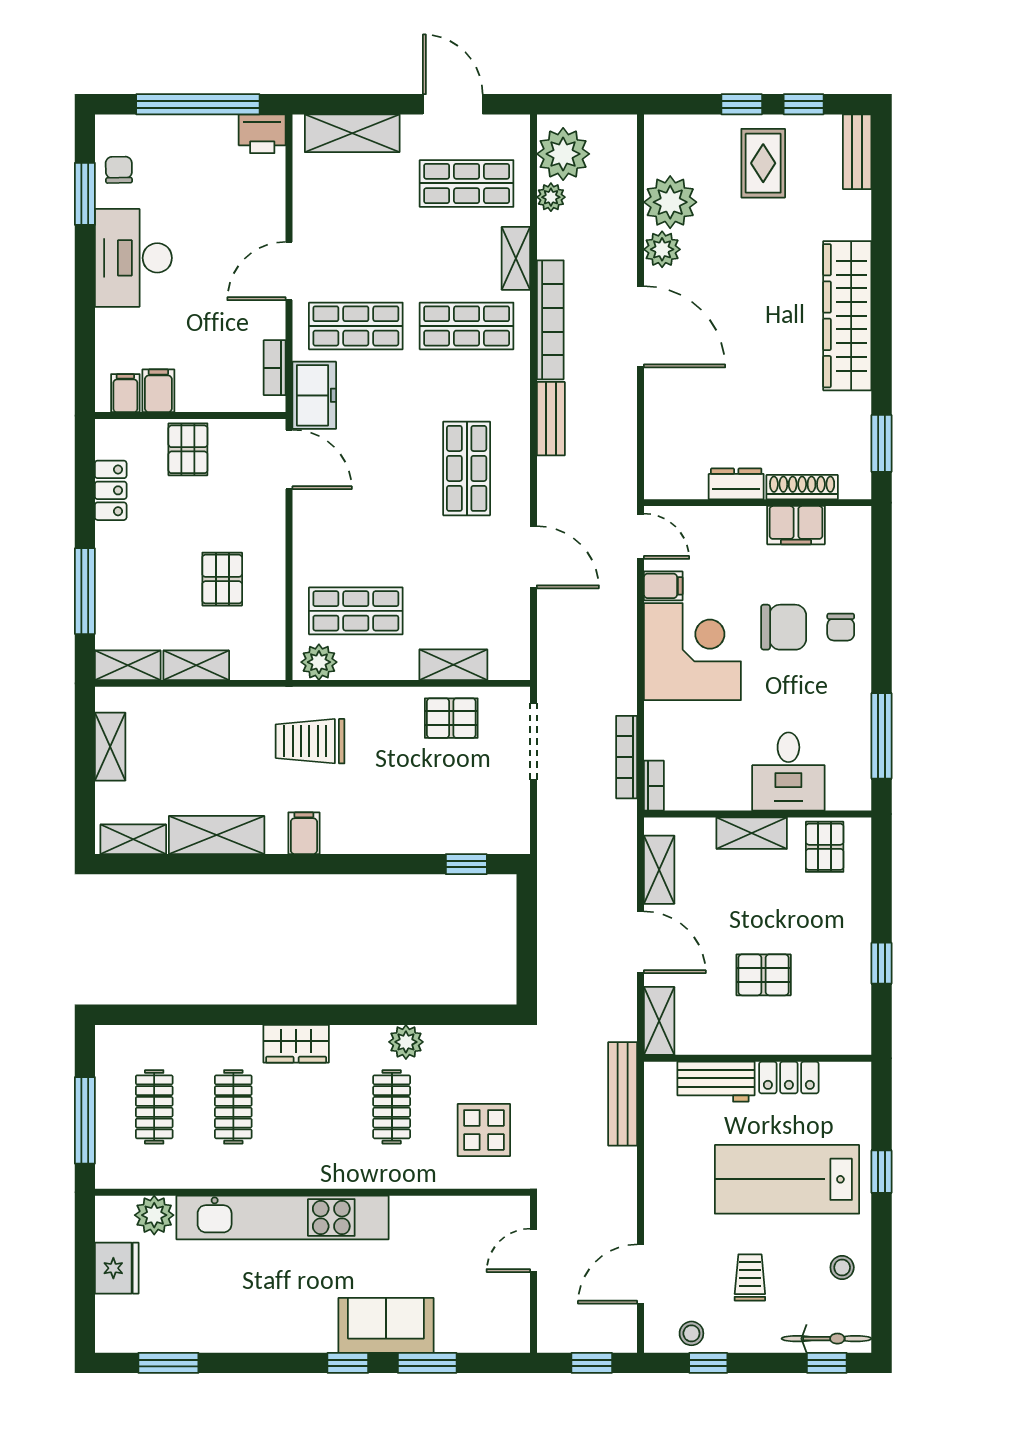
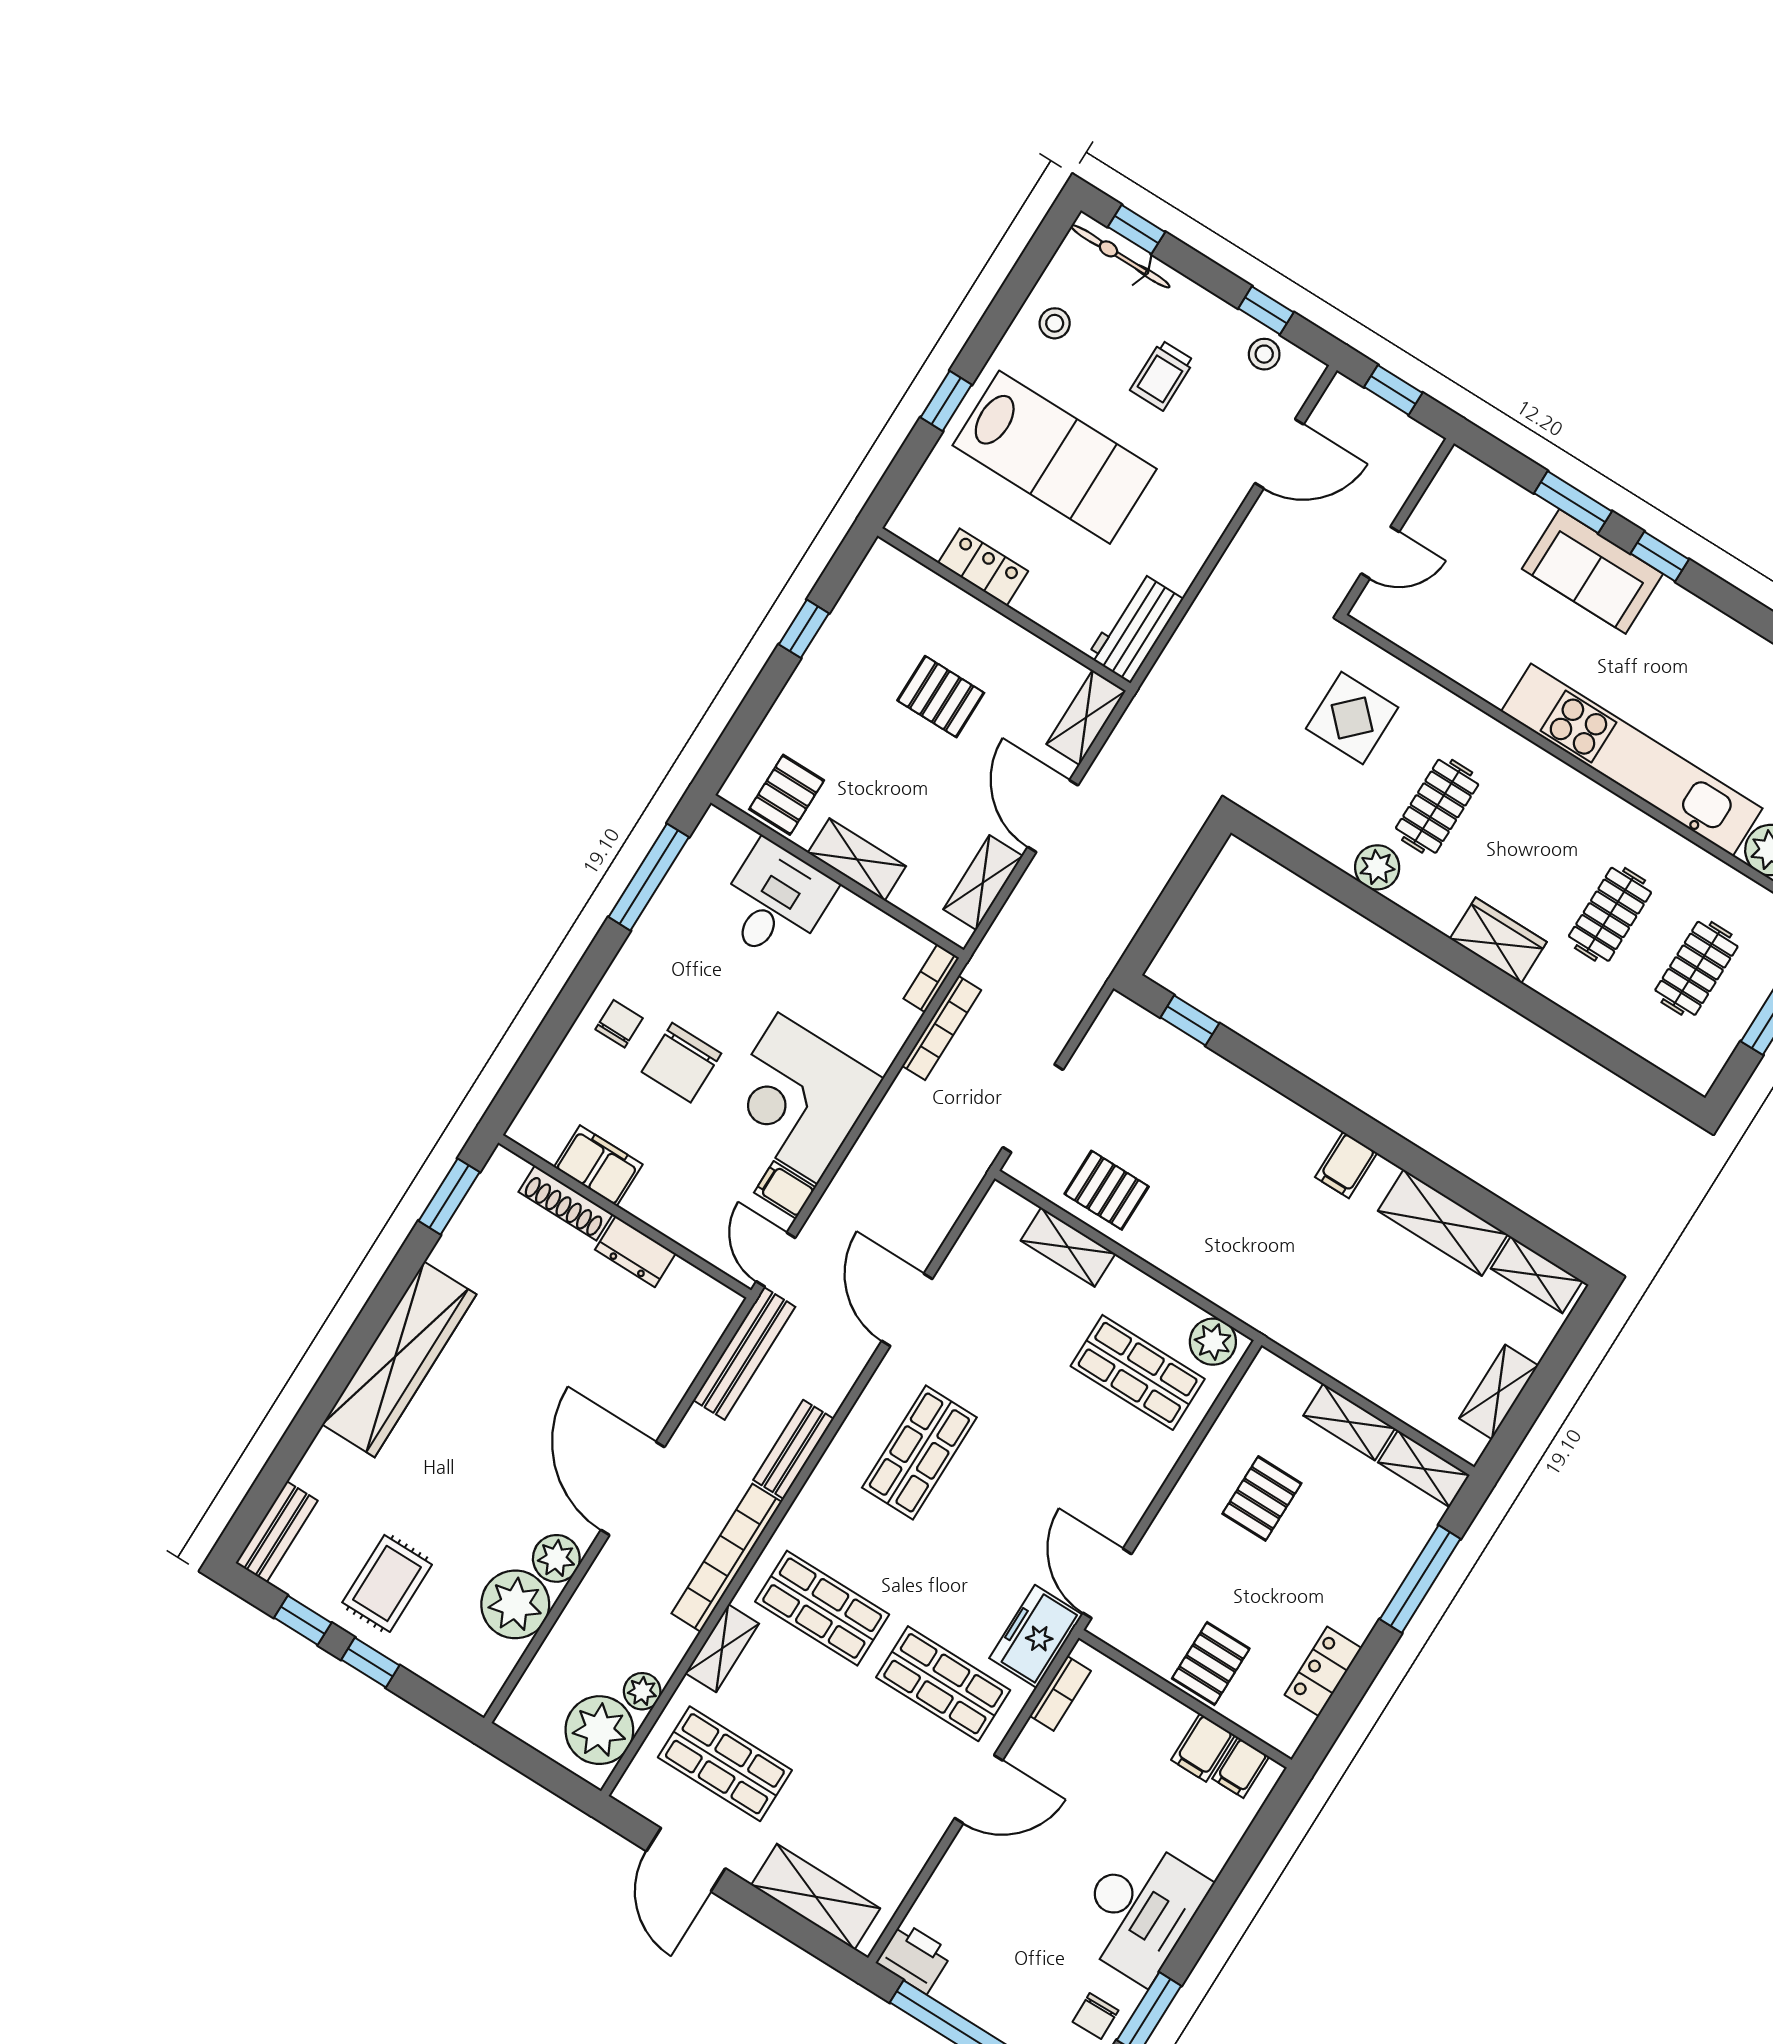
chair: (784, 627) -> (681, 1063), turned -90
trolley: (310, 741) -> (1277, 1261), removed
workbench: (716, 1082) -> (1135, 627), moved, turned -90
bench: (623, 1094) -> (744, 1353), moved

